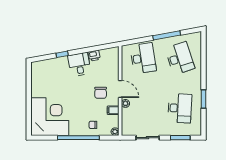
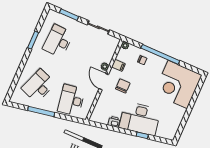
desk: (180, 58) -> (38, 86), turned 39
desk: (79, 64) -> (140, 119), width x1.87, depth x1.30

